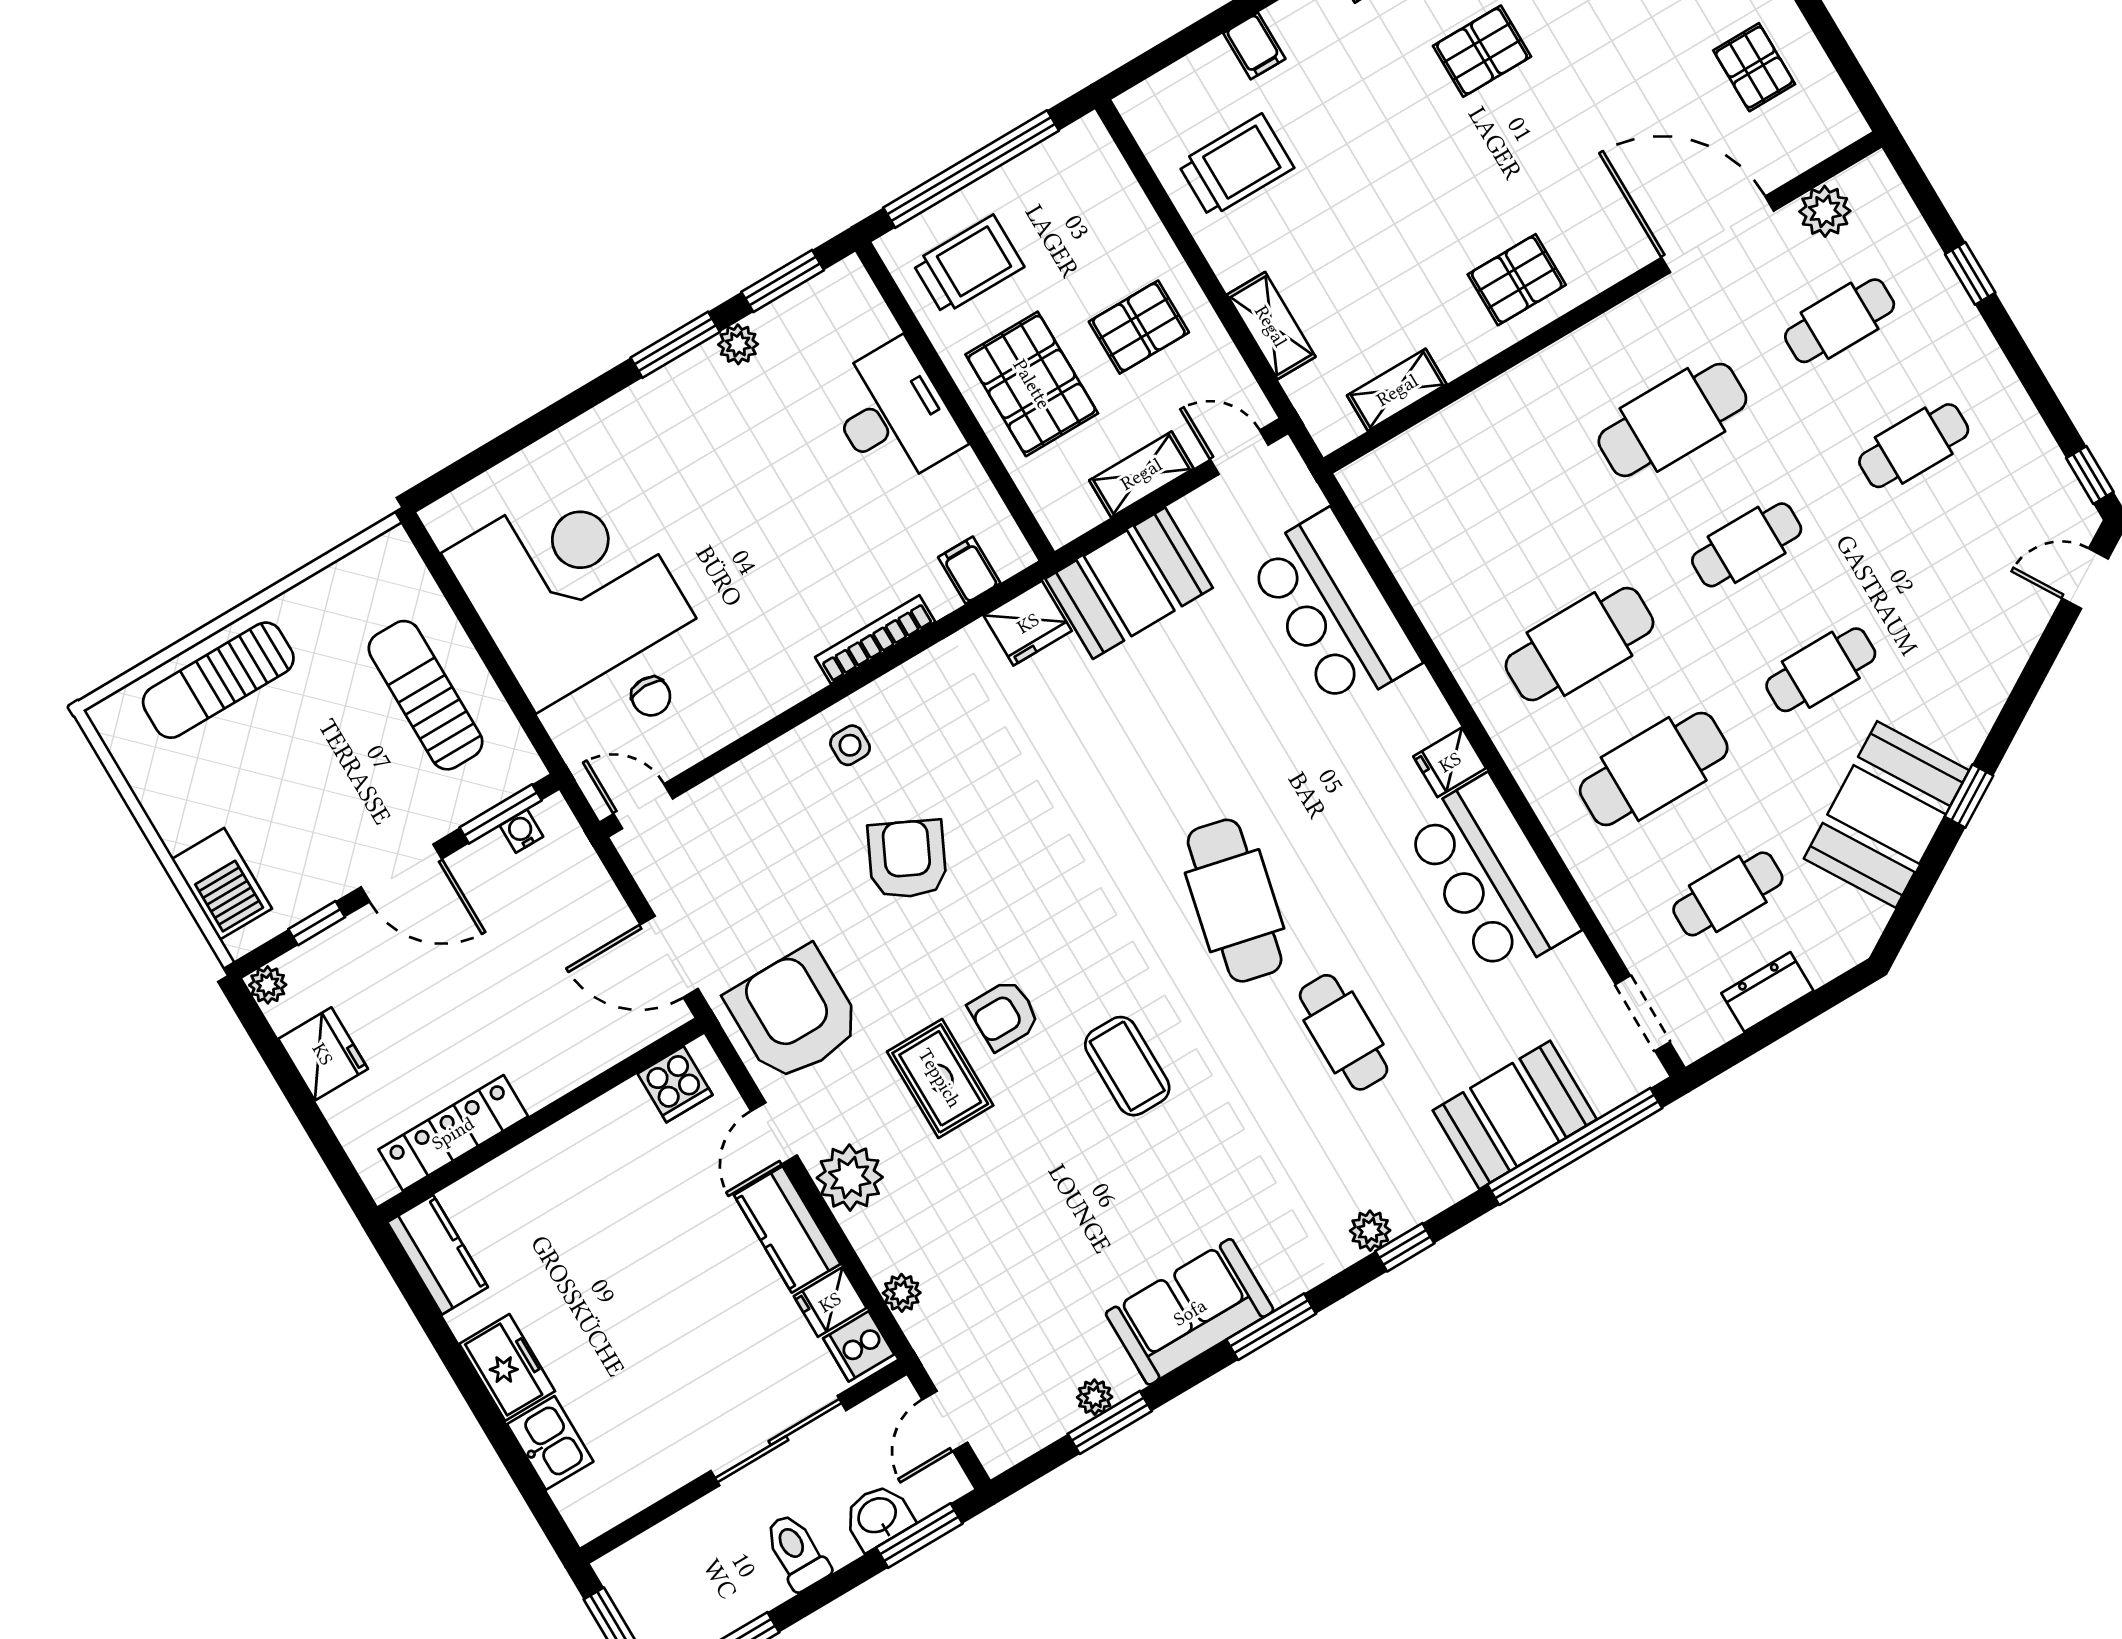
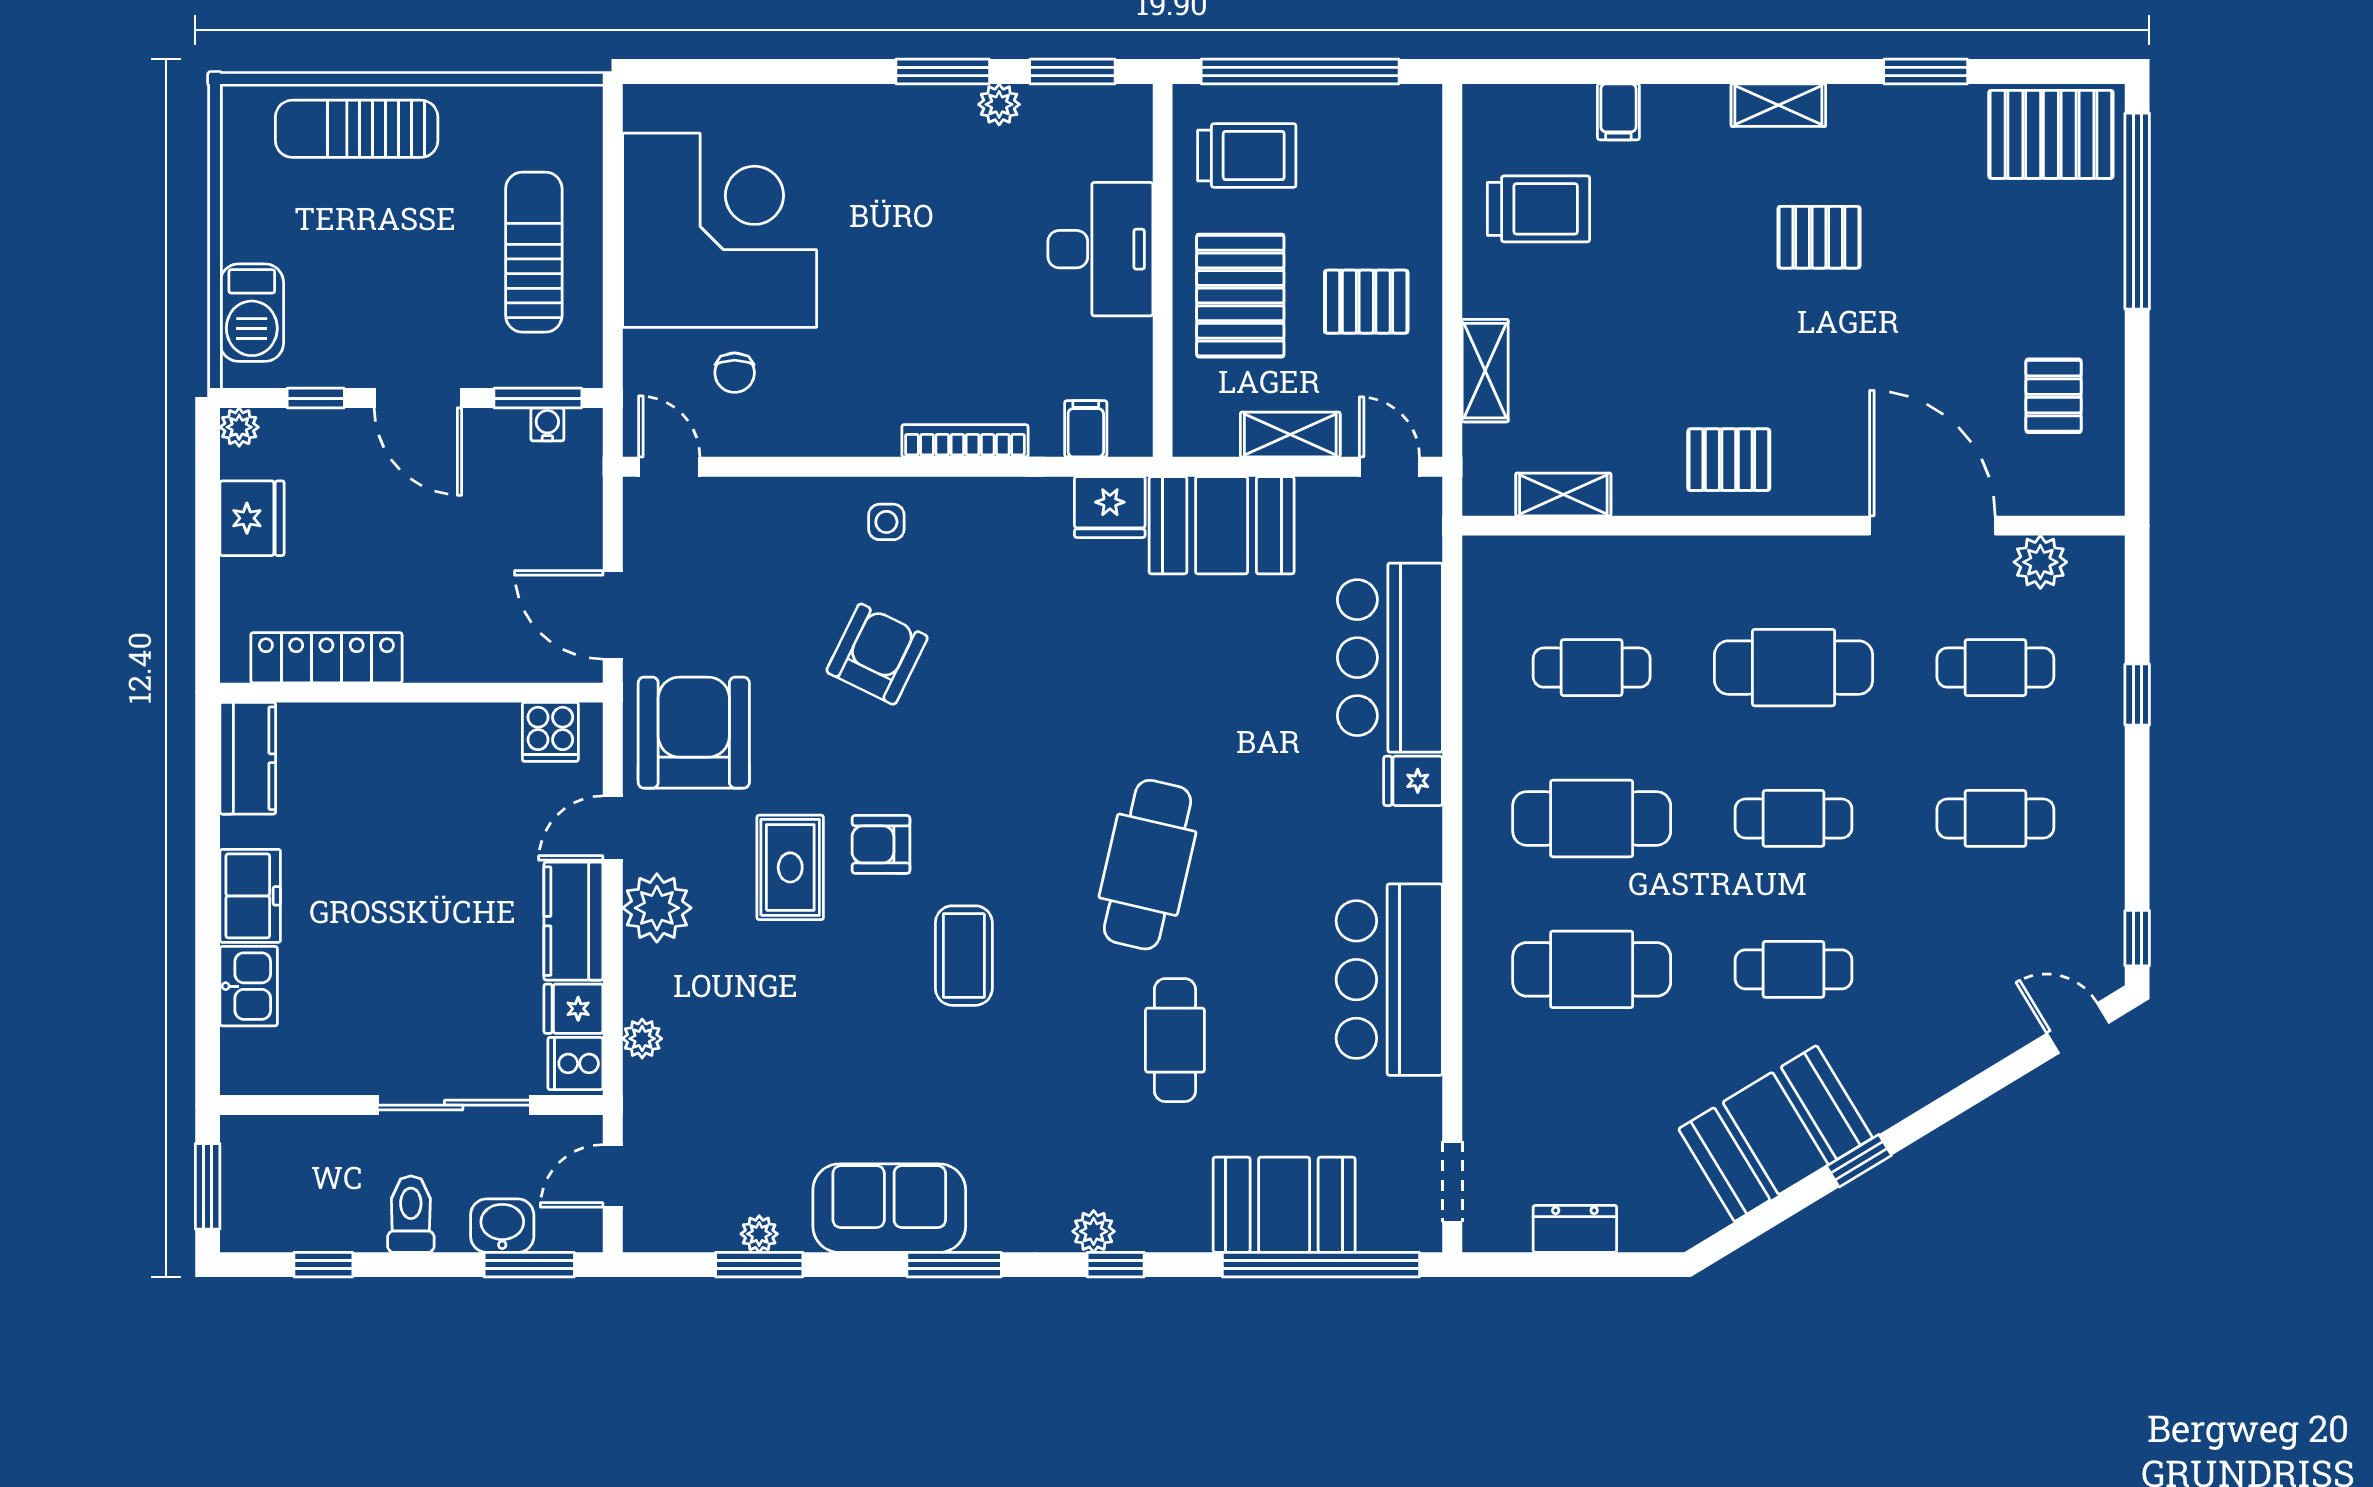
fridge: (1450, 762) -> (1413, 781), moved
cafe table: (1728, 894) -> (1592, 668), moved

